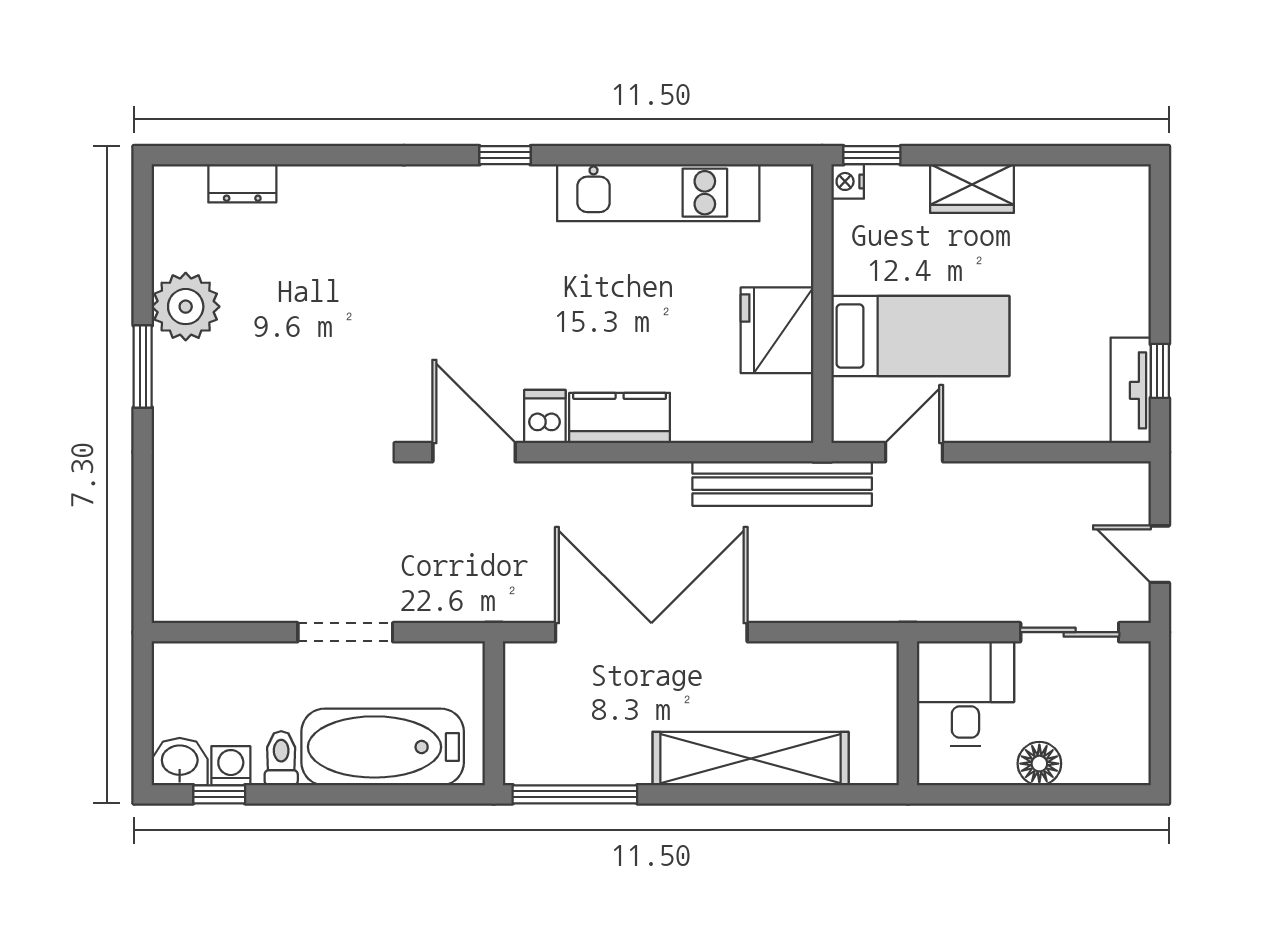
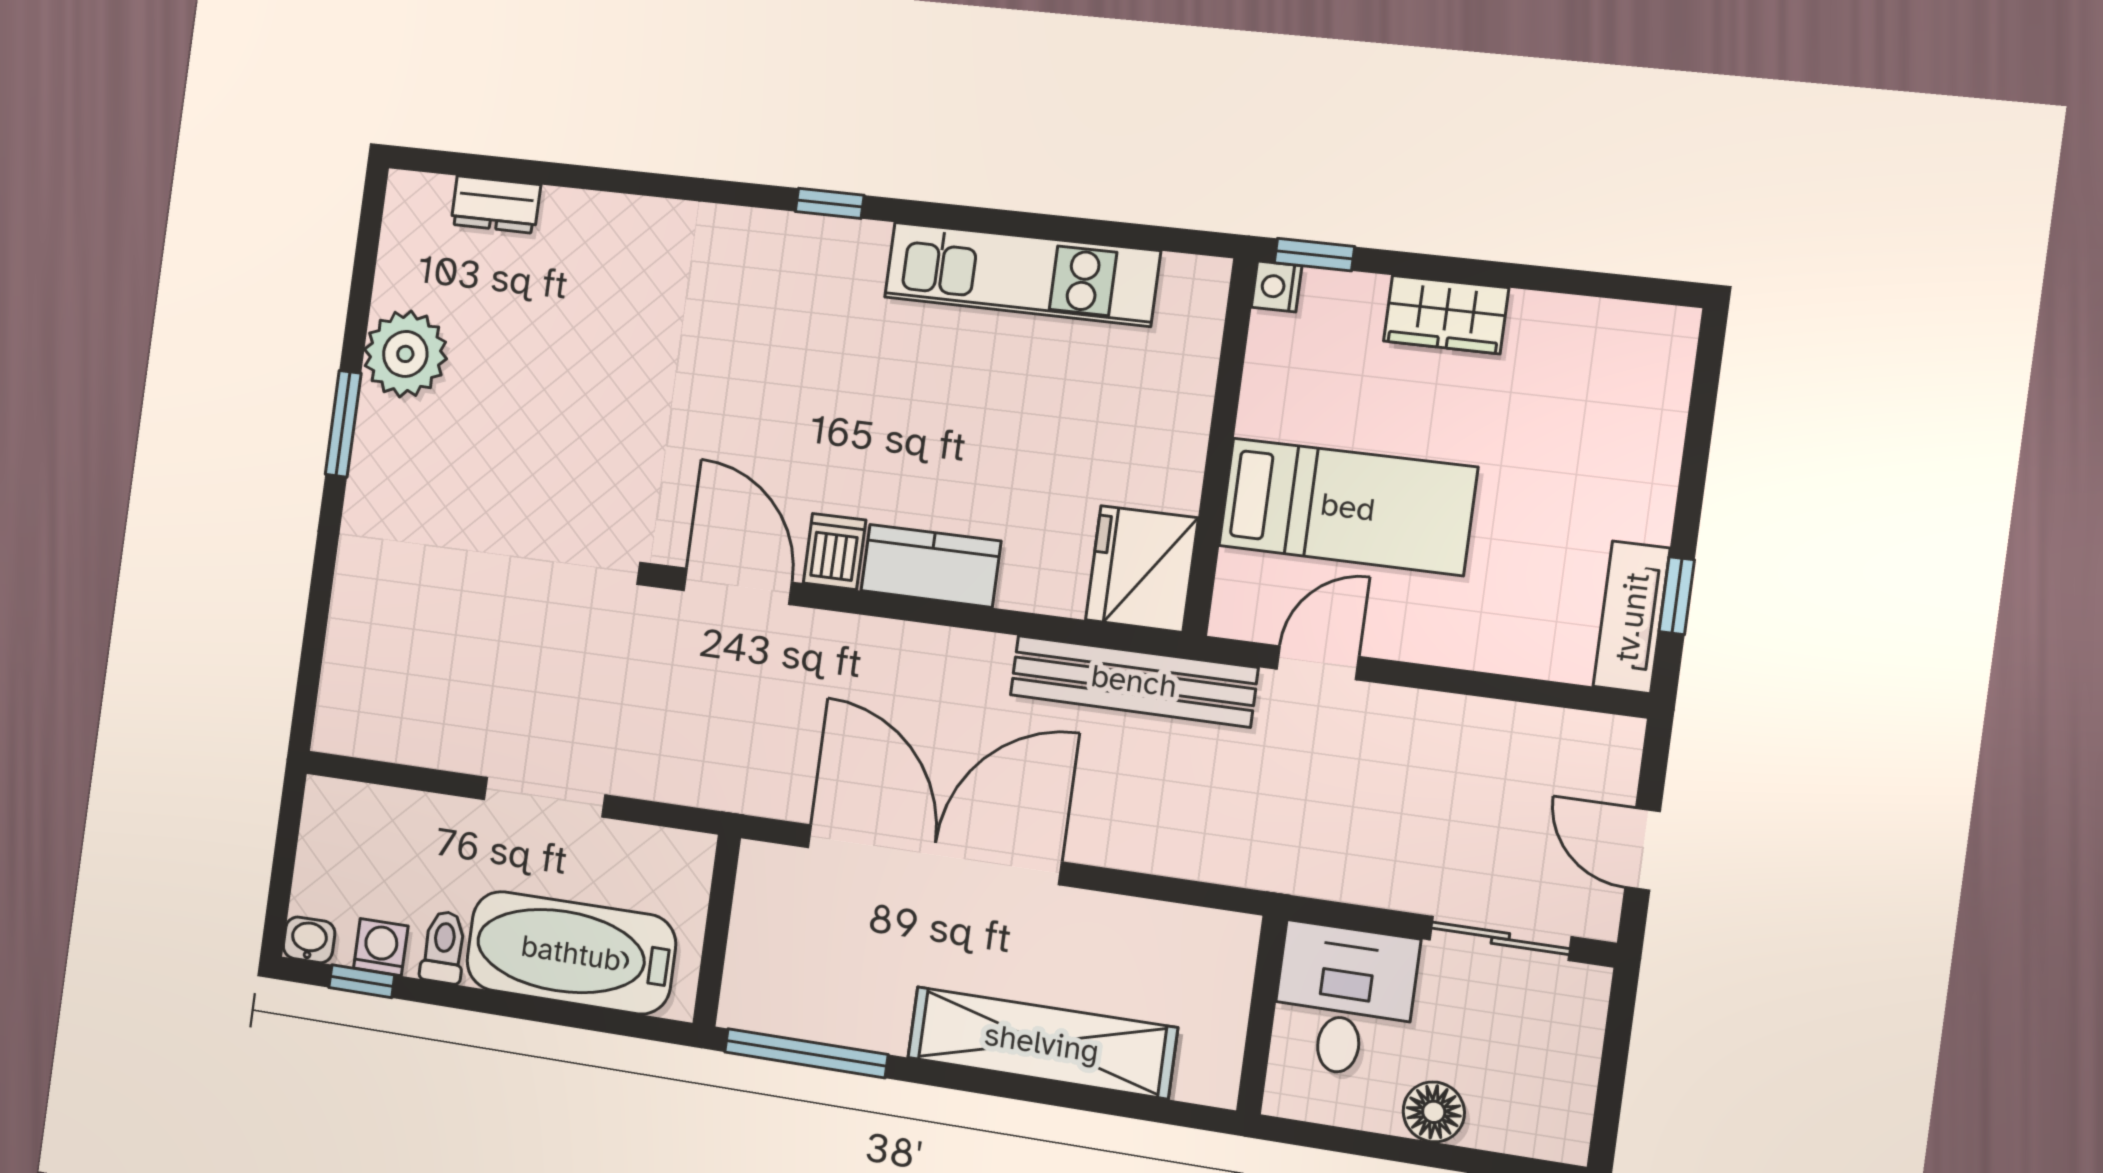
fridge: (777, 330) -> (1142, 569), moved
washbasin: (180, 762) -> (309, 940), width x0.72, depth x0.69

